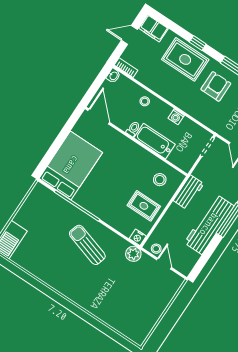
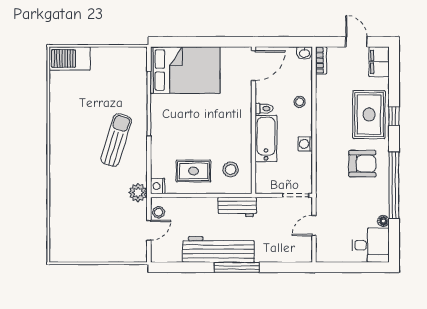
rug: (144, 206) -> (193, 171), turned 90

